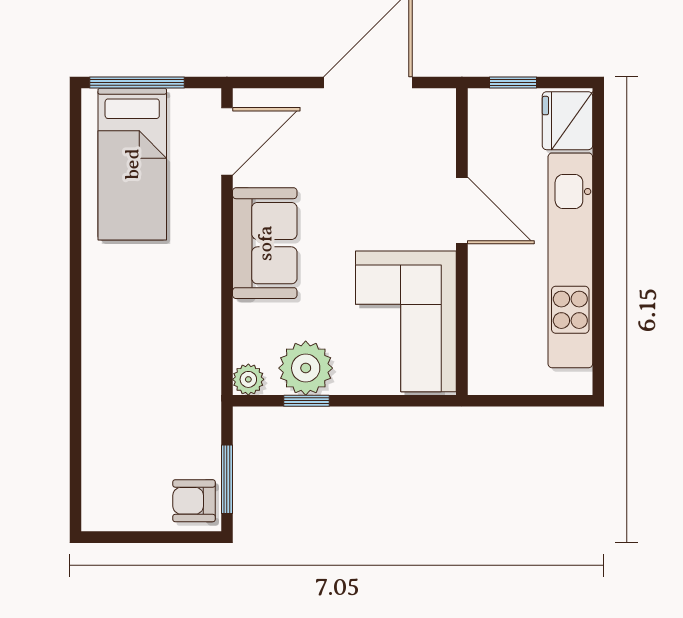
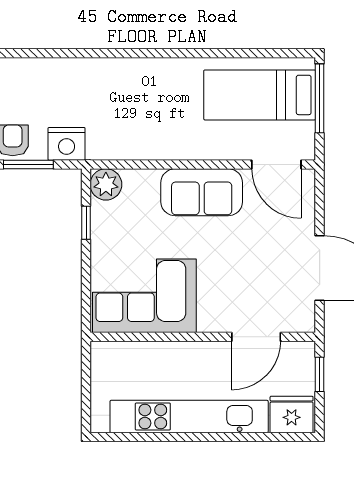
door: (462, 211) -> (256, 337), moved
plant: (306, 368) -> (110, 222), removed
plant: (248, 379) -> (106, 184), width x1.38, depth x1.38
nightstand: (199, 427) -> (67, 144), added

